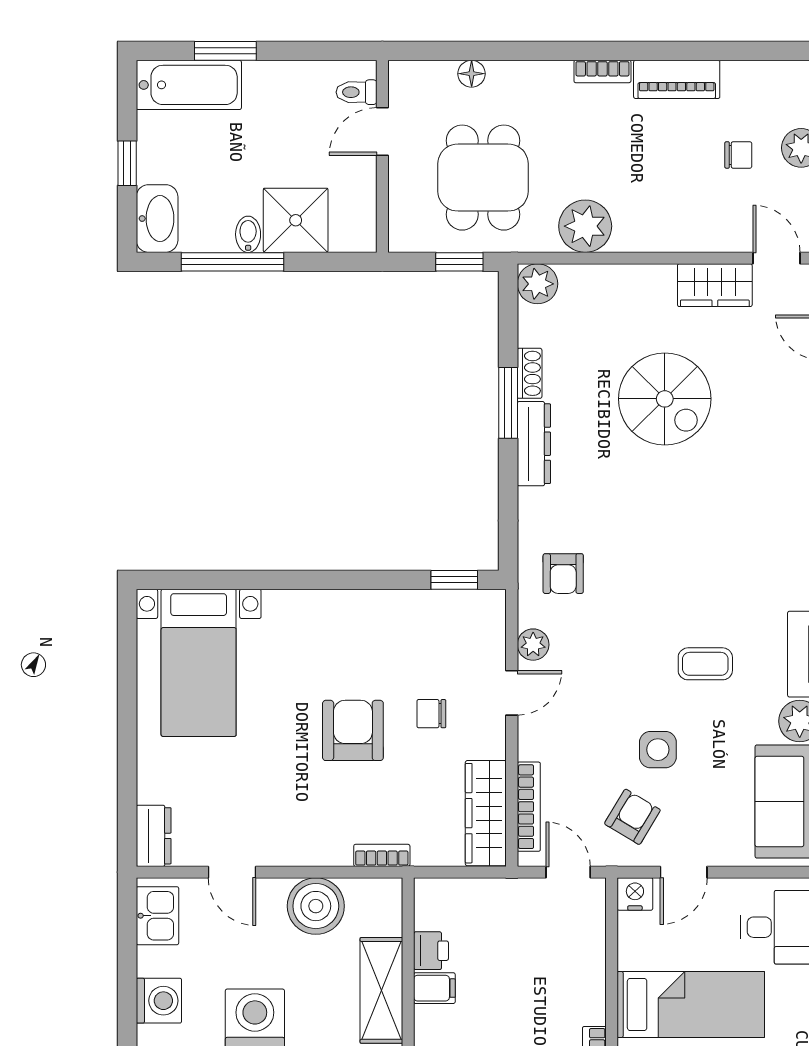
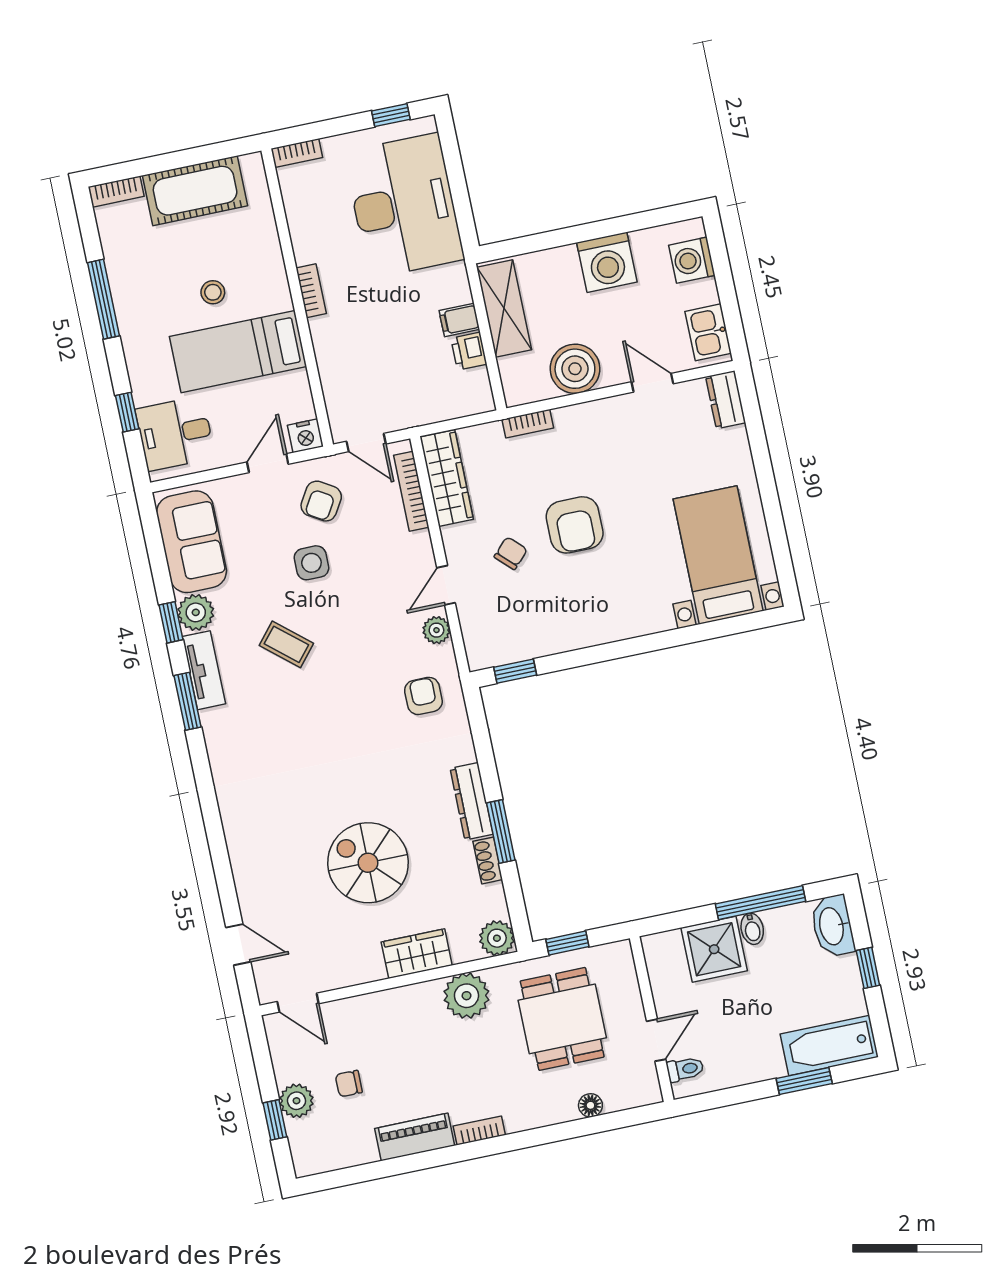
wardrobe: (715, 285) -> (417, 954), moved
coffee table: (705, 664) -> (286, 644), turned 40
chair: (431, 714) -> (511, 553), turned -46

